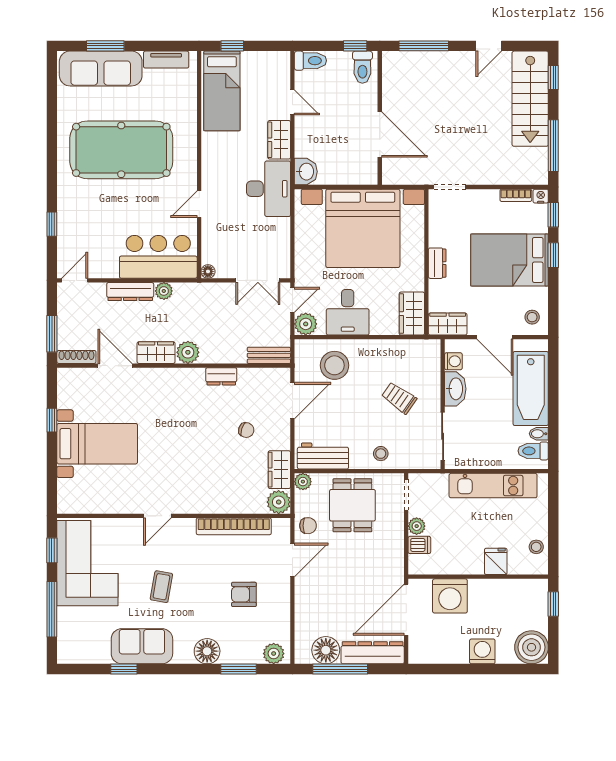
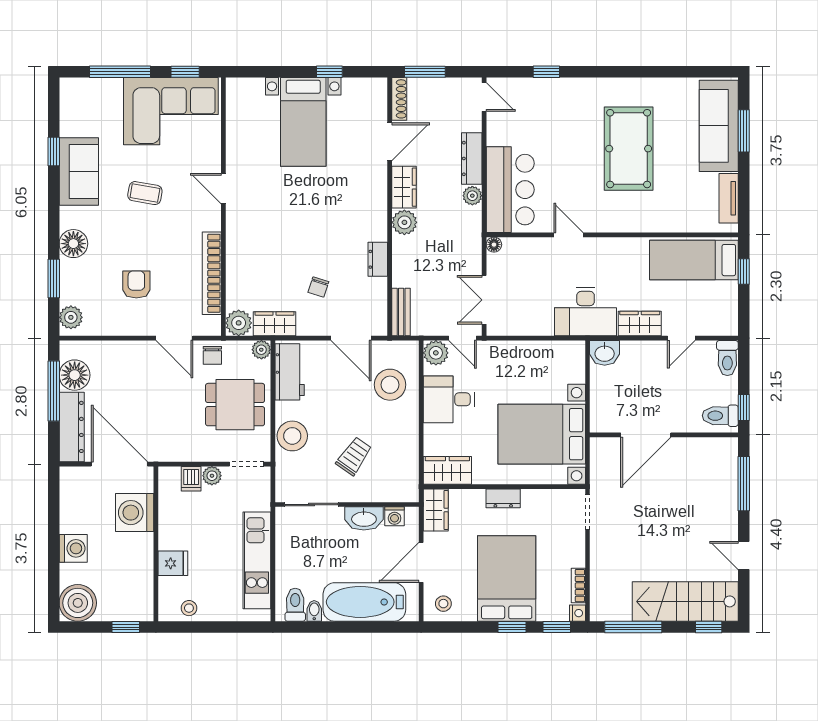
pool table: (121, 150) -> (629, 149), width x0.73, depth x0.76
bed with nightstands: (363, 228) -> (542, 434), width x0.73
stool: (381, 454) -> (292, 436), width x1.89, depth x1.89

